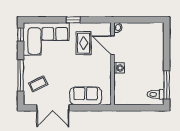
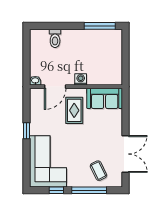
window: (21, 35) -> (56, 190), moved
rug: (84, 43) -> (74, 110), moved, turned 90
toilet: (156, 94) -> (55, 38), moved
sofa: (86, 96) -> (105, 98), moved, turned -90

